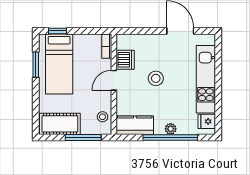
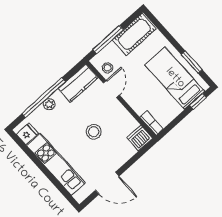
dishwasher: (125, 60) -> (140, 138), moved, turned 90
door: (114, 80) -> (111, 89), moved

